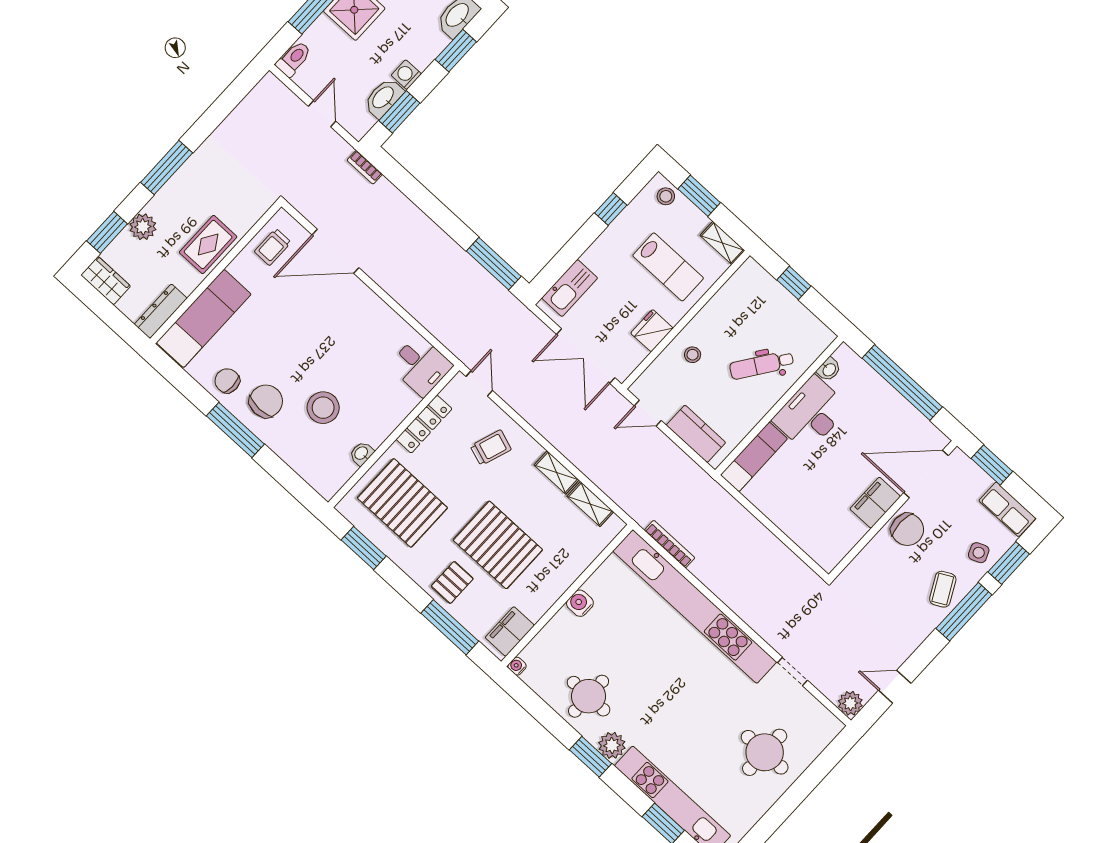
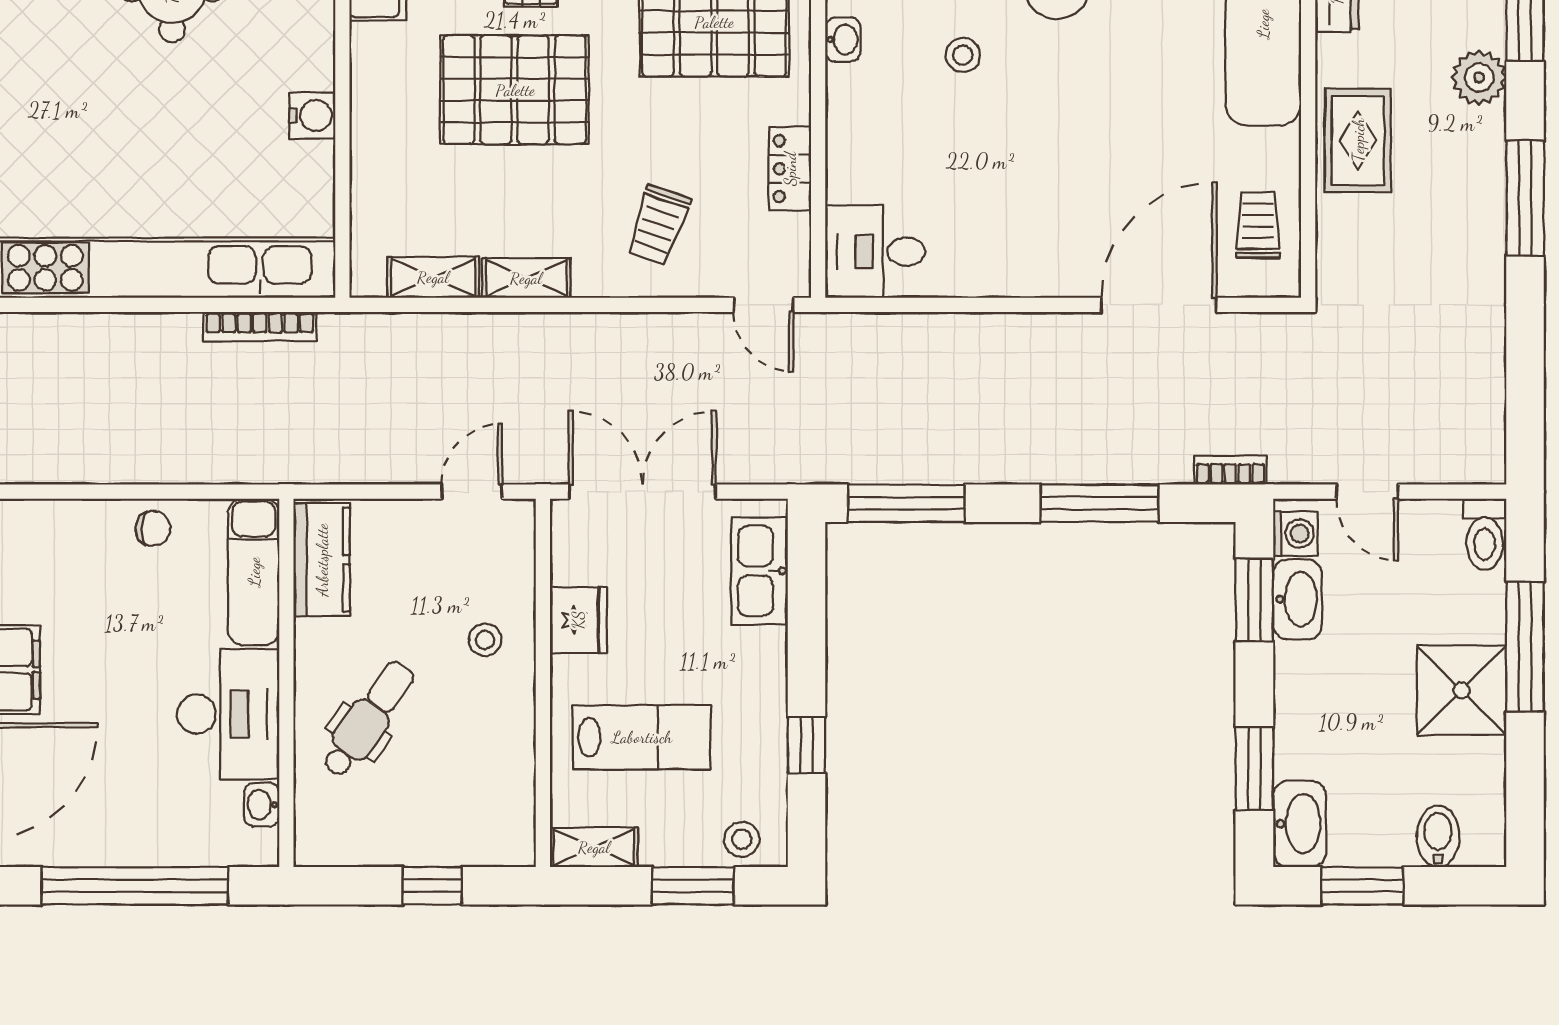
washing machine: (406, 75) -> (1295, 534), moved
window: (423, 199) -> (1100, 503), added
lab bench: (668, 267) -> (642, 737), turned 180
stool: (323, 408) -> (963, 55), width x0.53, depth x0.53
locker: (424, 424) -> (790, 169), width x0.66
kitchen counter: (696, 434) -> (322, 560), moved, turned -90
chair: (776, 506) -> (153, 528), added

